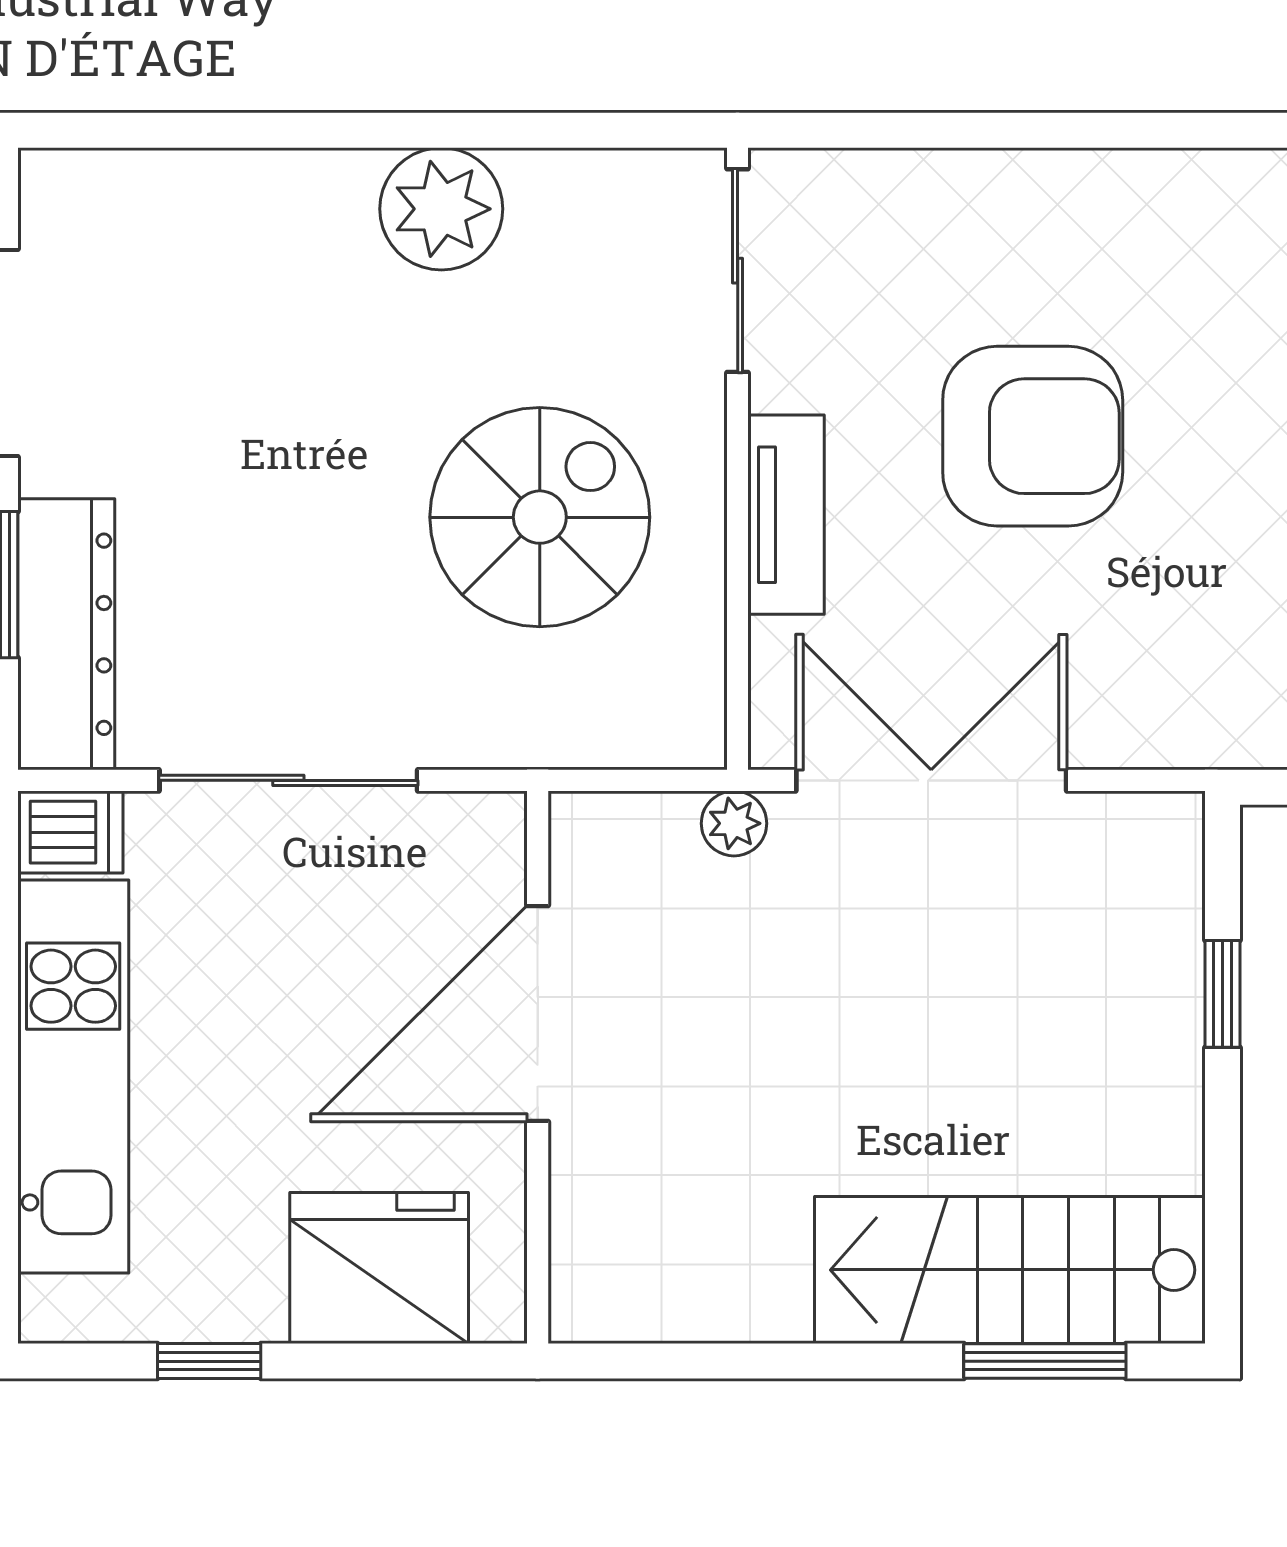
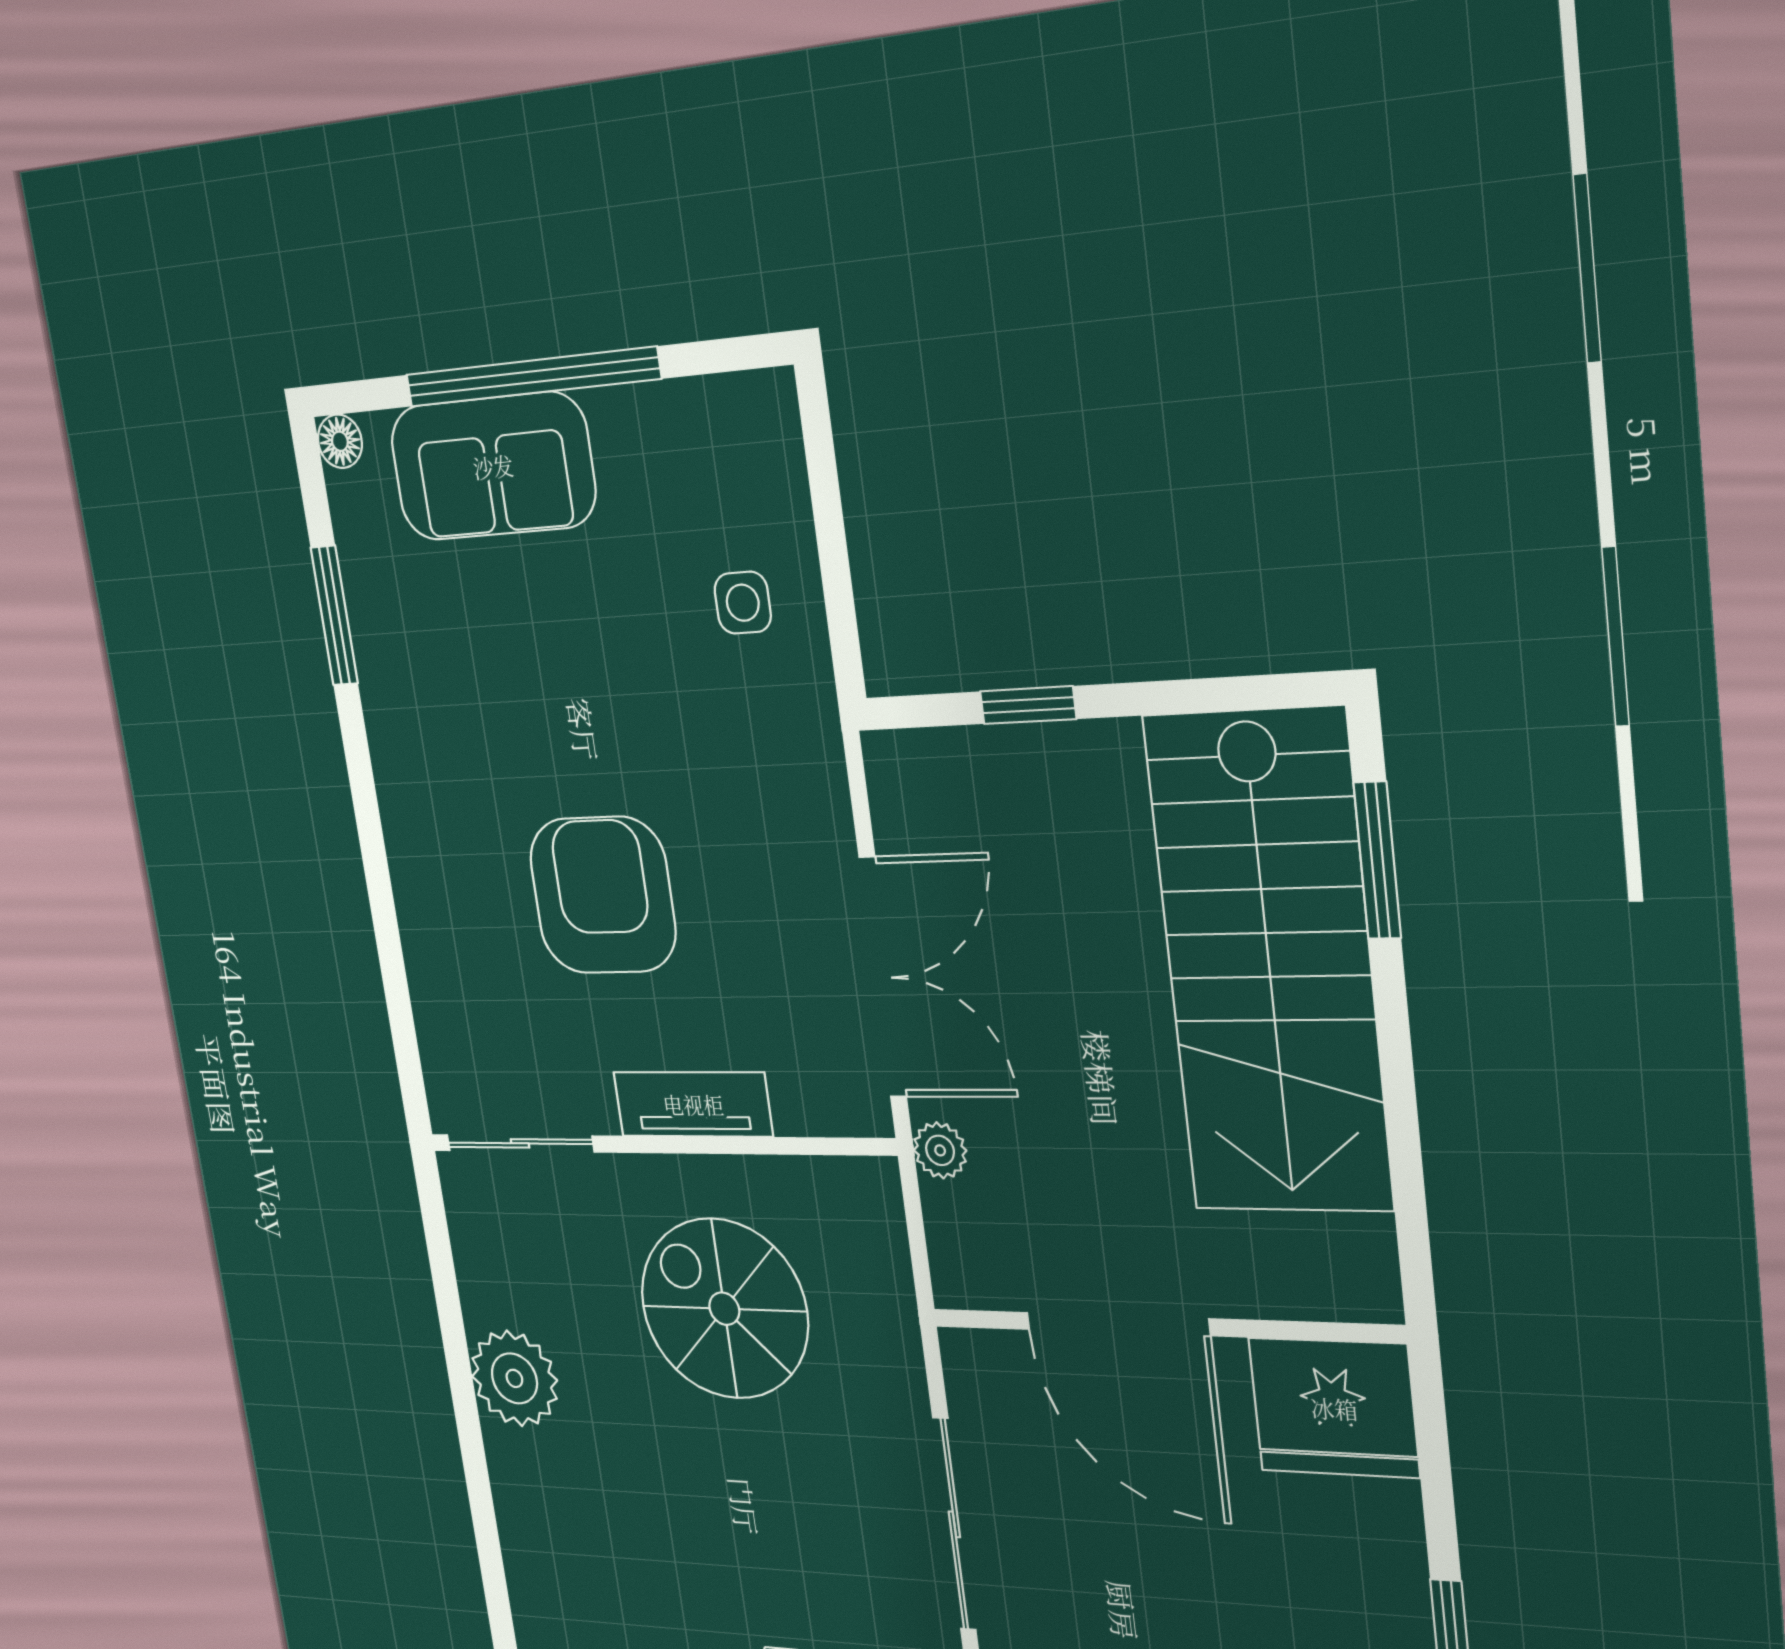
double door: (931, 780) -> (883, 978), swing flipped
fridge: (379, 1268) -> (1334, 1408), moved, turned -90
stairs: (1010, 1270) -> (1269, 964), width x1.36, depth x1.51

